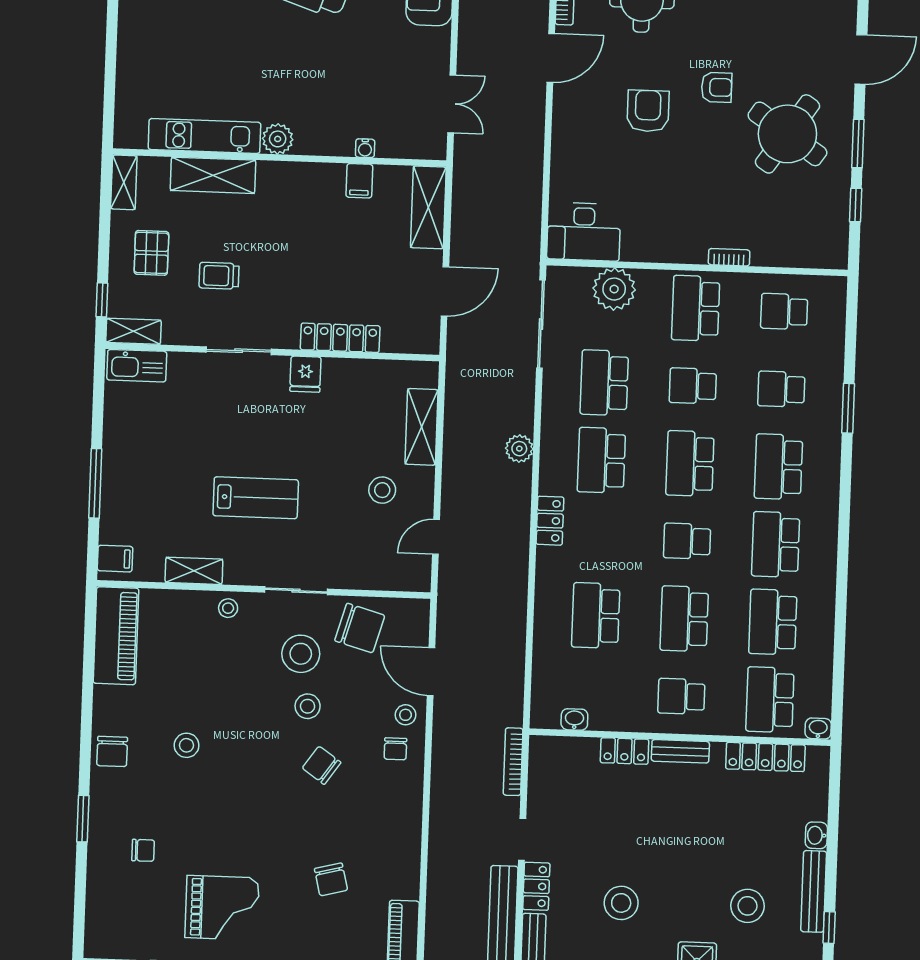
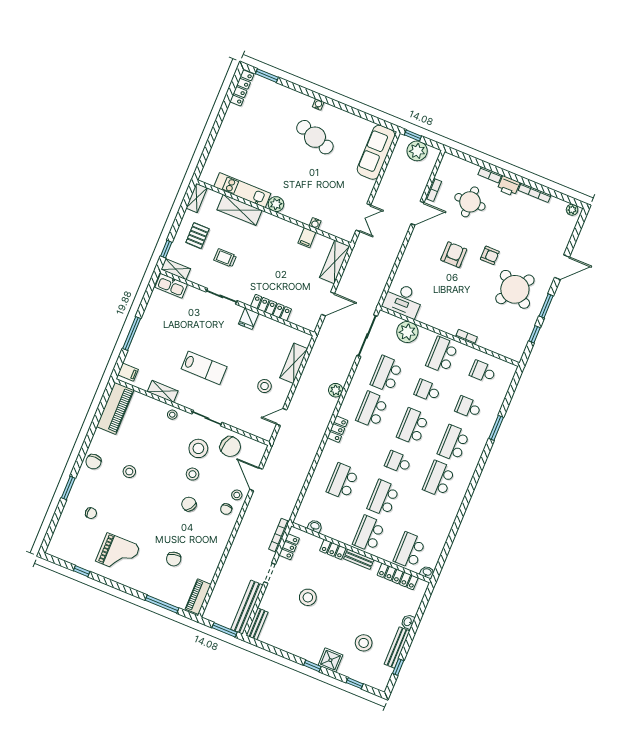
school desk: (773, 622) -> (424, 515), removed
school desk: (681, 696) -> (369, 534), width x1.85
locker: (536, 886) -> (289, 547), moved
stool: (621, 903) -> (308, 597), moved

